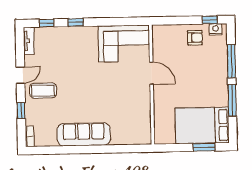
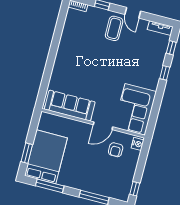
nightstand: (216, 29) -> (138, 144), moved
armchair: (195, 38) -> (116, 150), moved
window: (232, 100) -> (50, 186), moved
sofa: (84, 134) -> (70, 106), moved, turned -90

